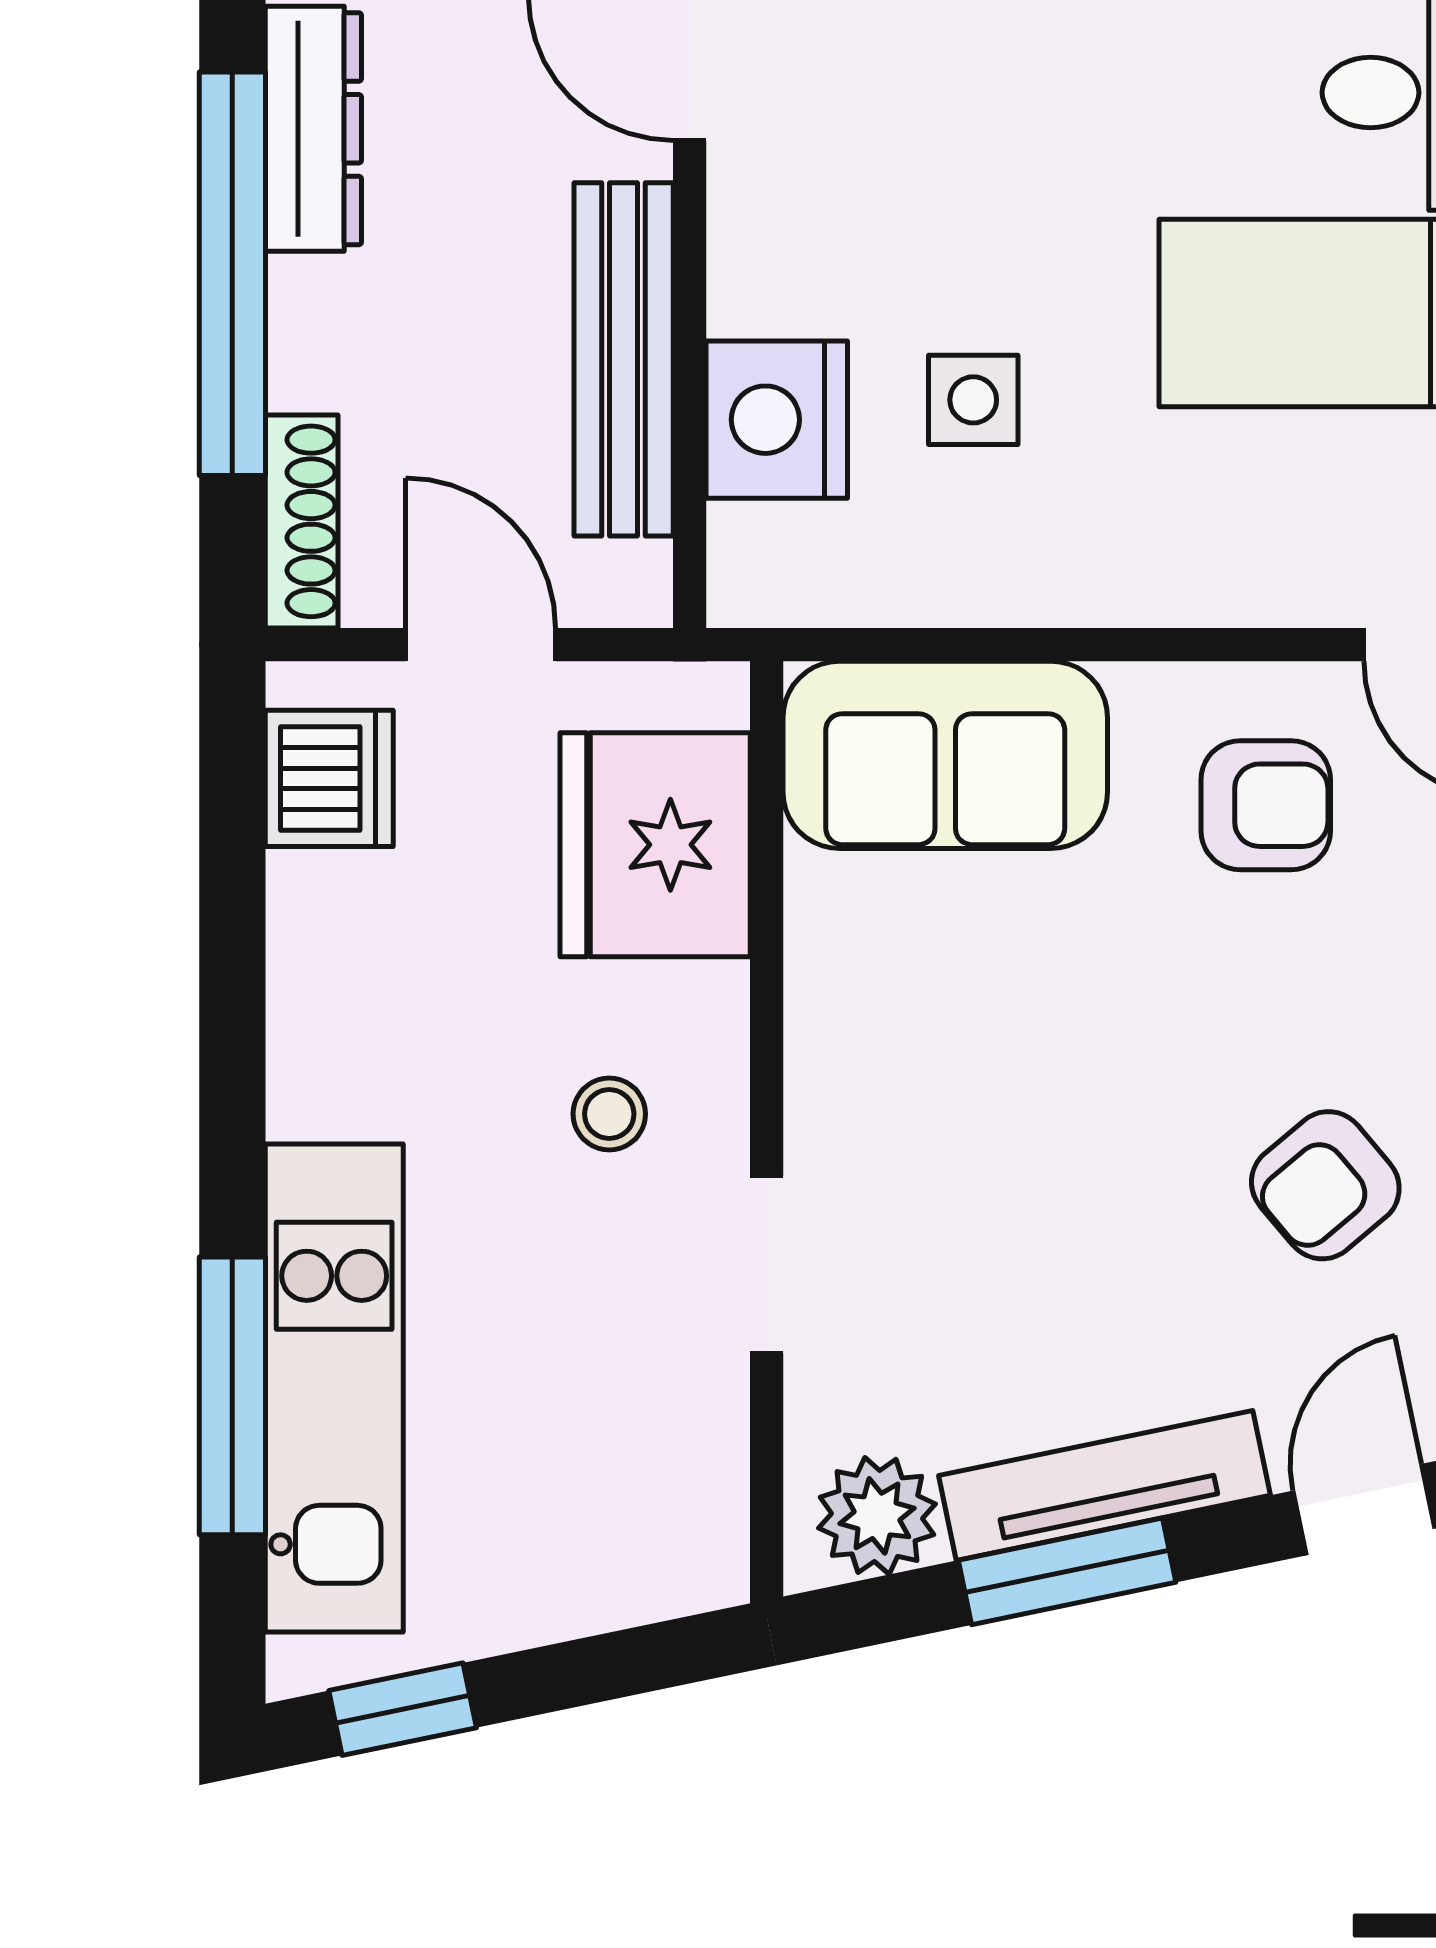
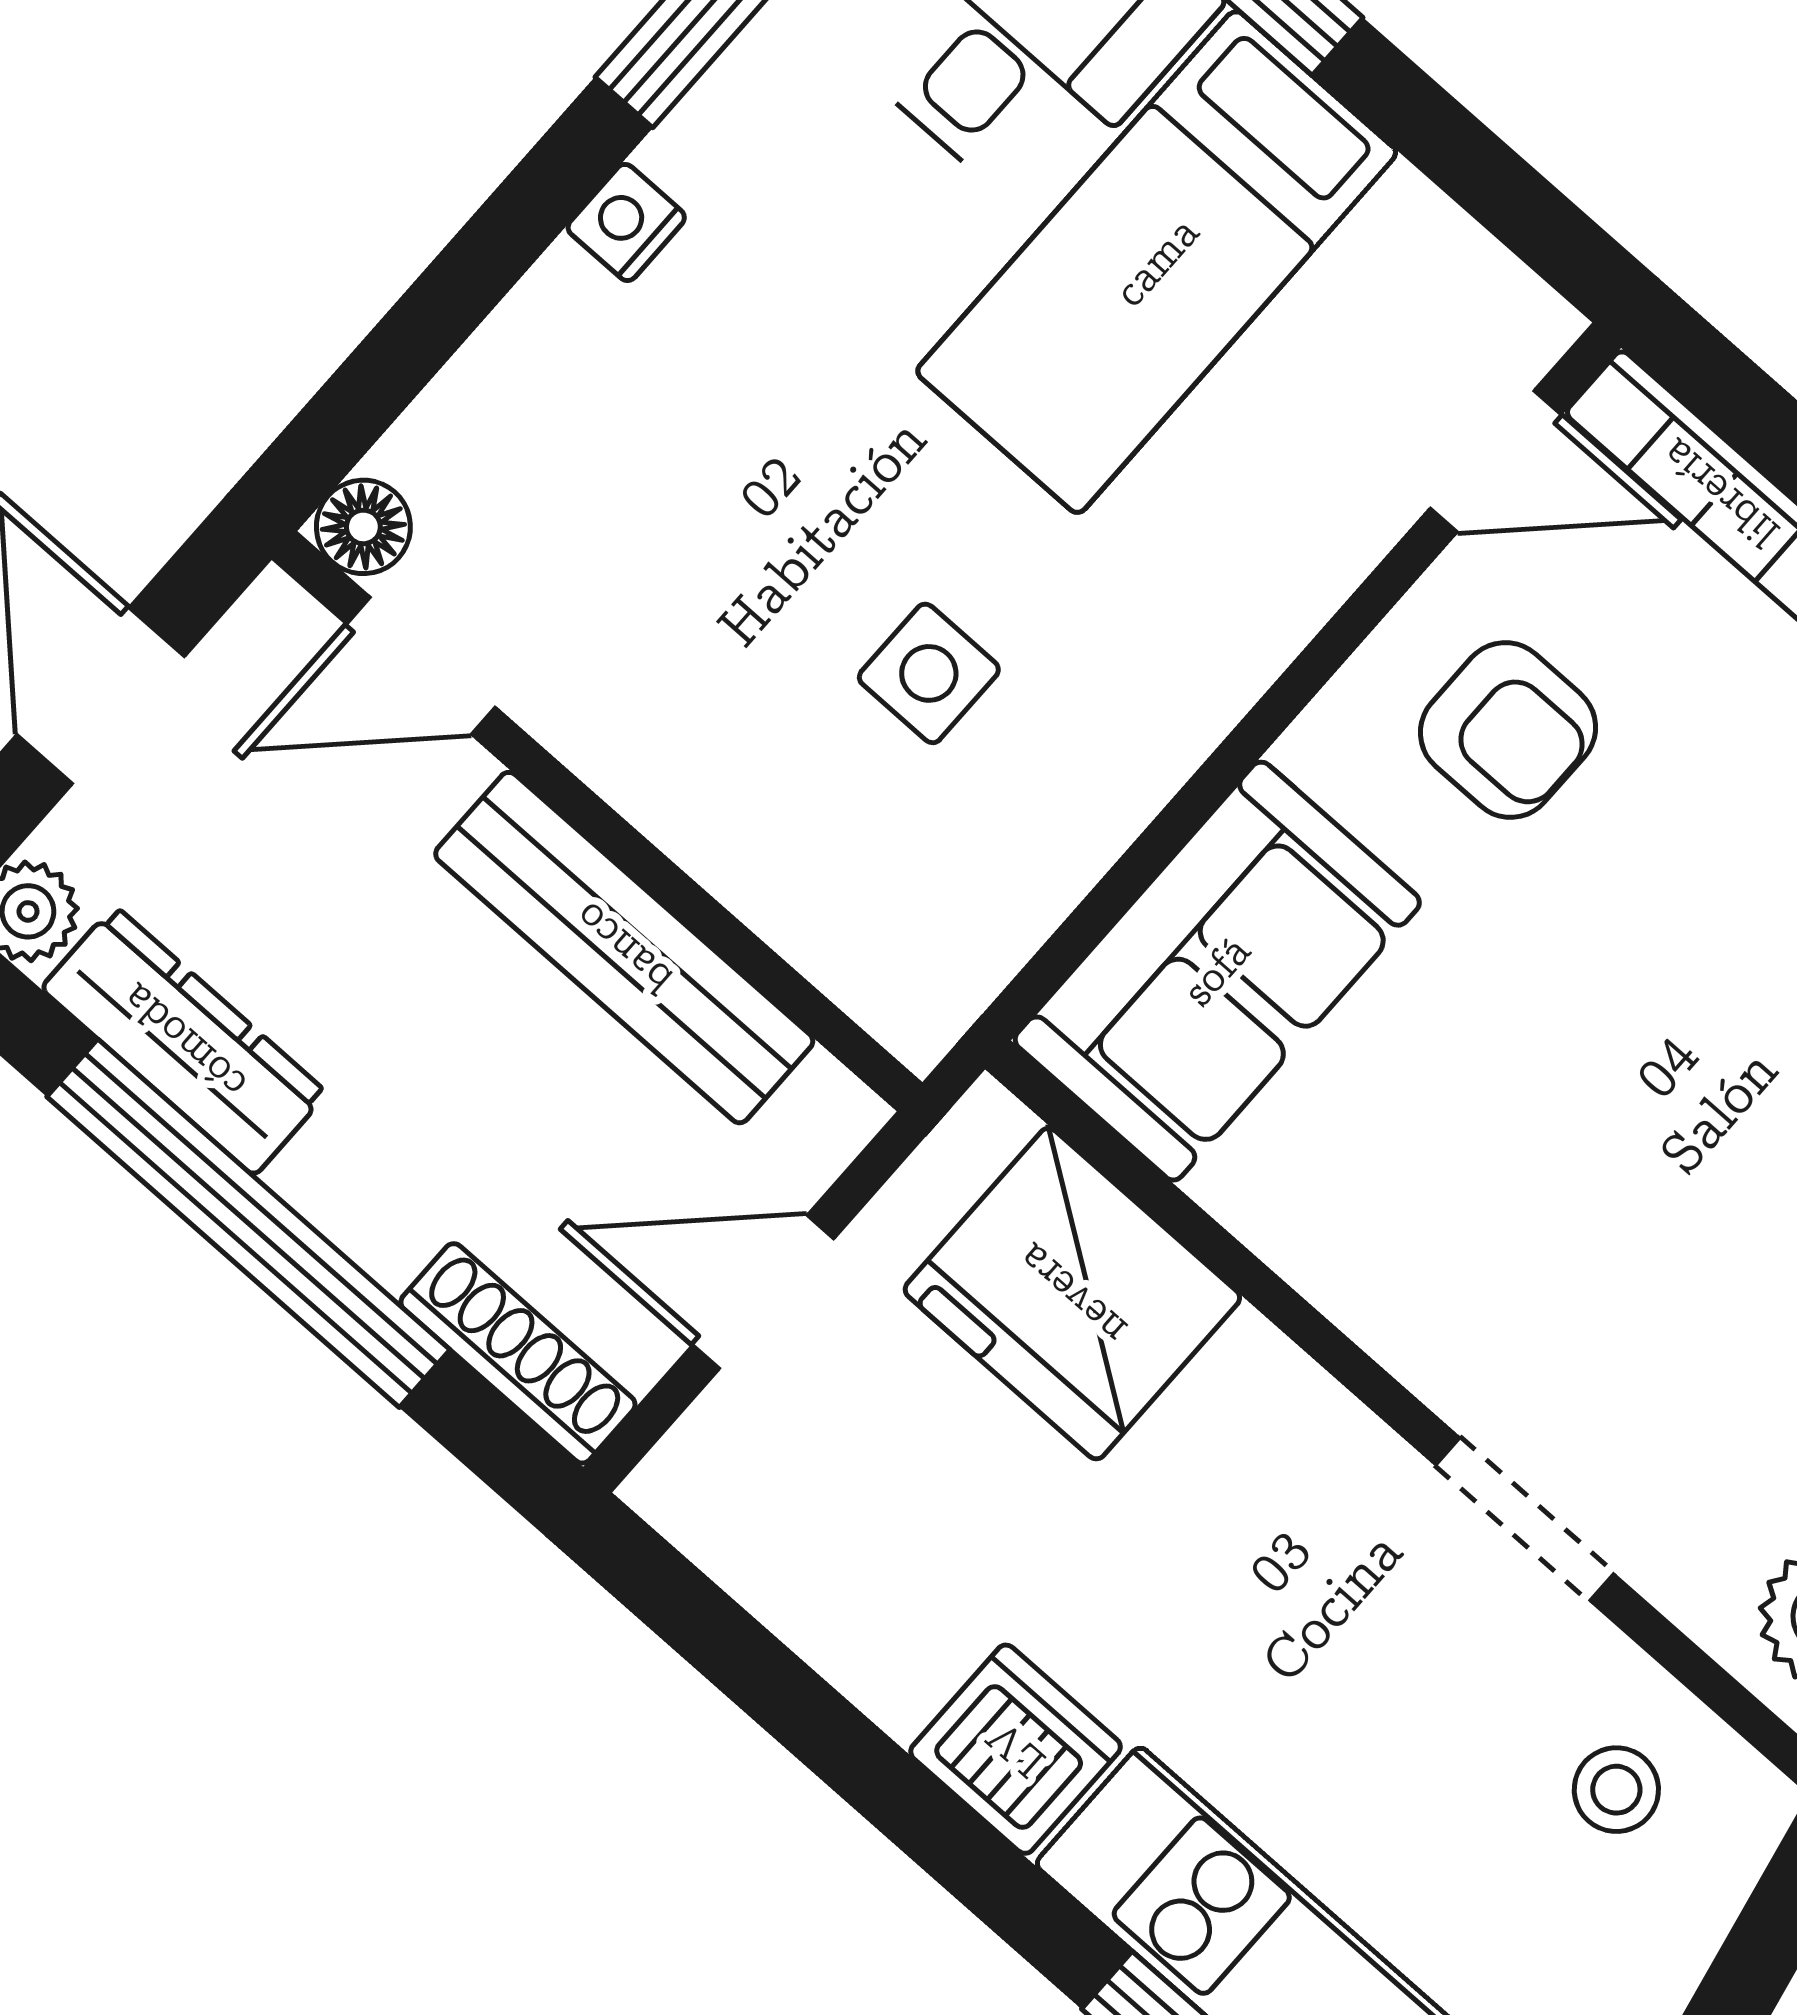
nightstand: (777, 420) -> (795, 860), removed
dishwasher: (329, 778) -> (1016, 1749), moved
armchair: (1266, 805) -> (1508, 730), turned 90
stool: (609, 1114) -> (1616, 1790), moved

